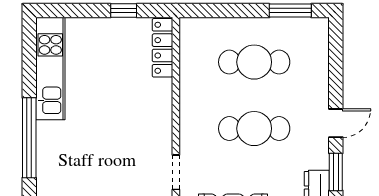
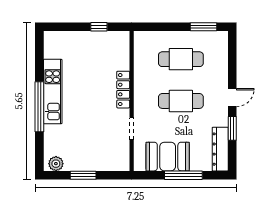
locker: (162, 48) -> (123, 90), moved
kitchen unit: (50, 69) -> (53, 92), moved

